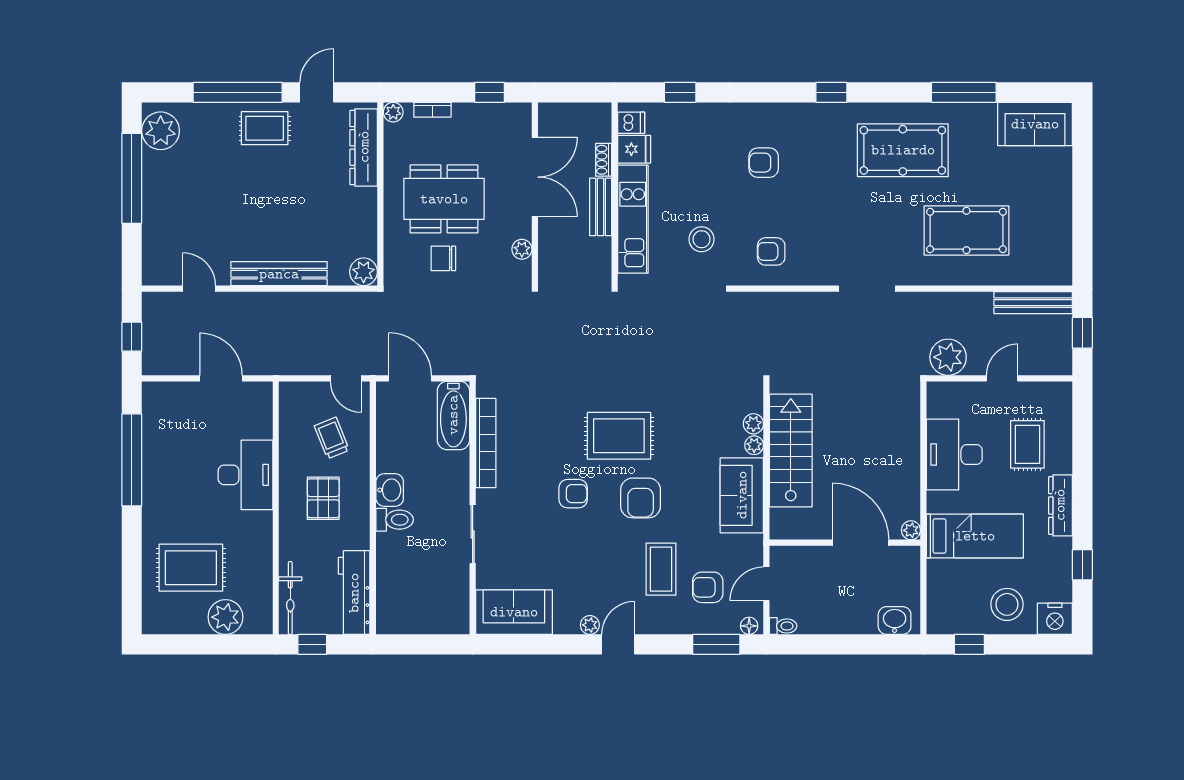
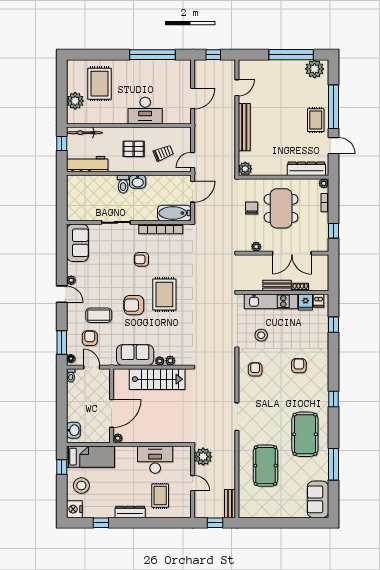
bench: (1033, 303) -> (230, 504), width x0.73
rug: (1027, 444) -> (160, 496), turned 90
armchair: (573, 494) -> (141, 259), moved, turned 90
bed: (975, 536) -> (90, 457), moved, turned -90

